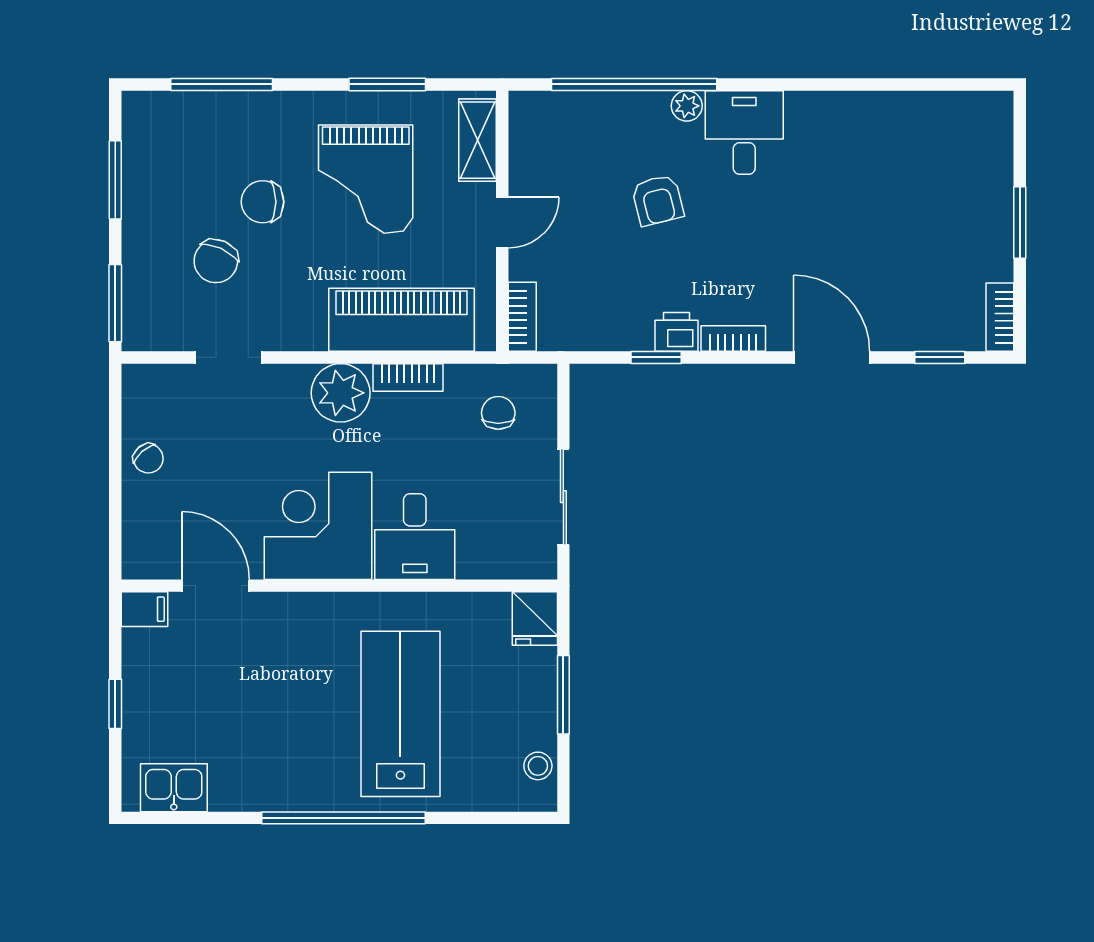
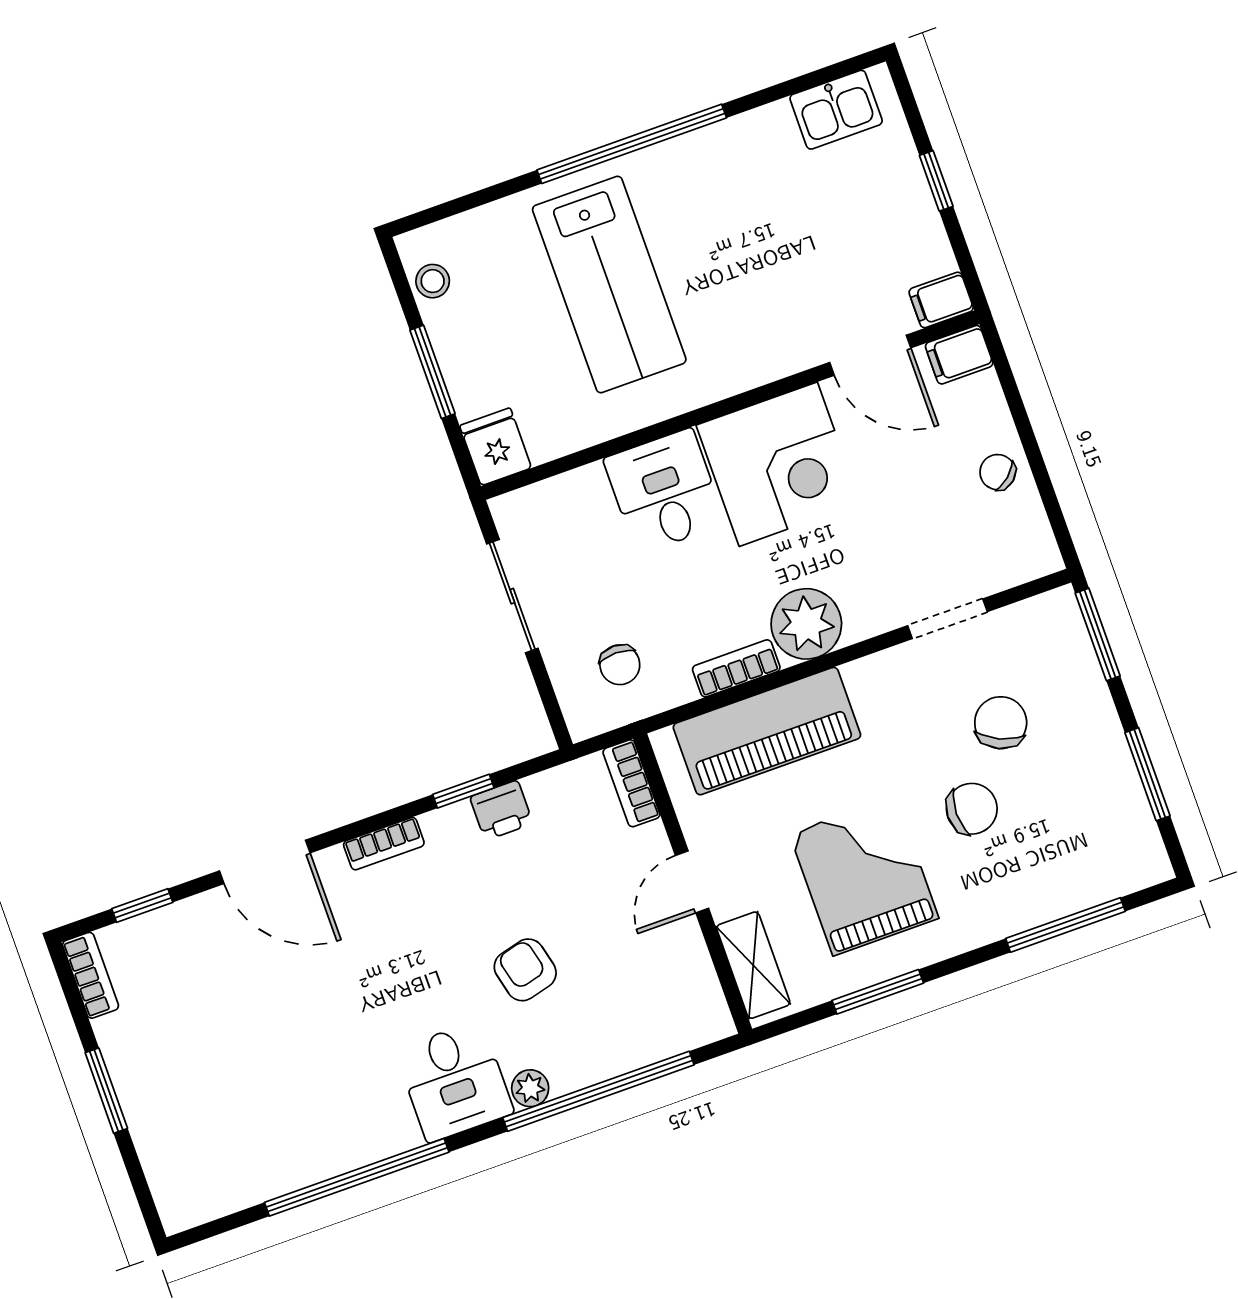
window: (848, 84) -> (357, 1177), added
printer: (676, 332) -> (501, 810), moved
filing cabinet: (146, 561) -> (959, 355), added

